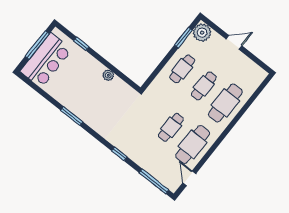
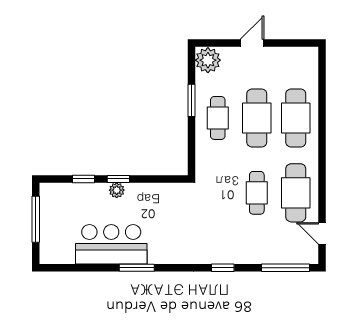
window: (183, 38) -> (192, 100), moved
window: (100, 59) -> (118, 179), added
bar counter: (46, 60) -> (111, 244), moved, turned -90
plant: (108, 75) -> (117, 190), moved
cafe table: (204, 86) -> (257, 118), width x1.37, depth x1.35

